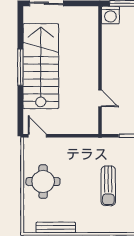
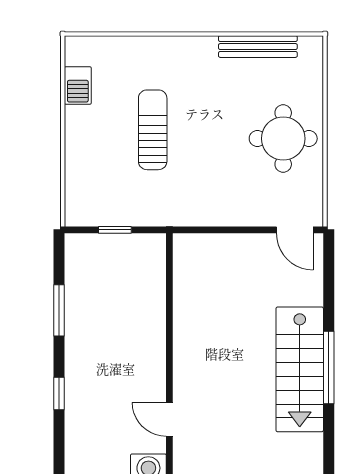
stairs: (41, 66) -> (300, 369), width x0.73, depth x0.66
door: (100, 98) -> (169, 419), moved

